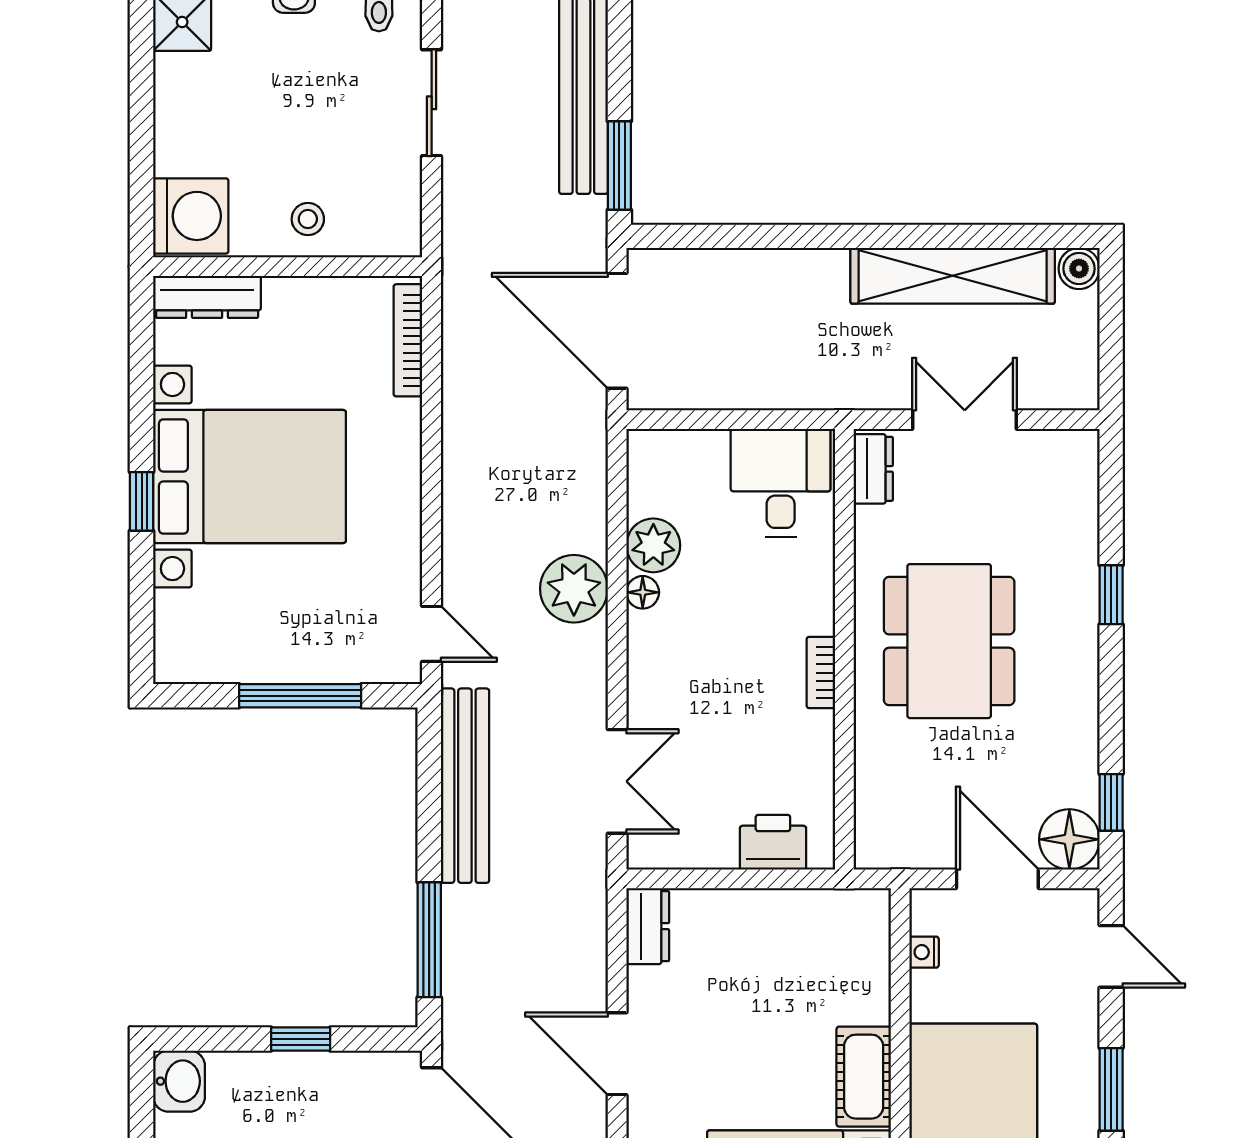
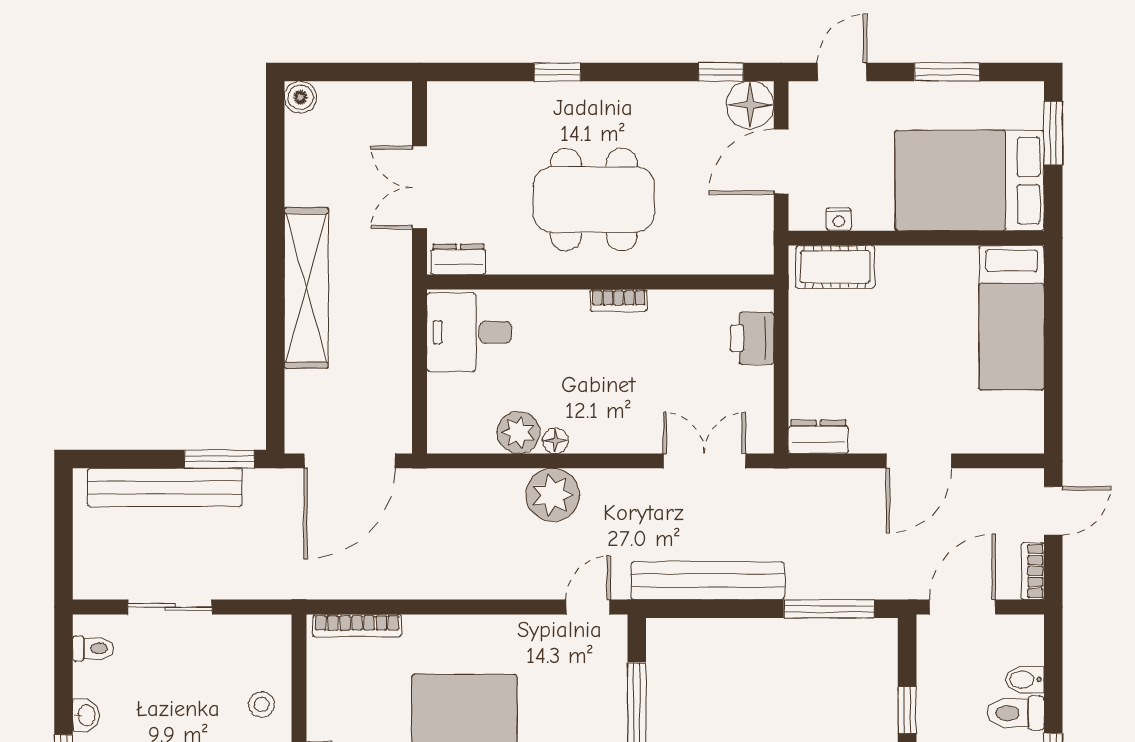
shelving: (953, 276) -> (306, 288), moved
cot: (864, 1077) -> (835, 267), moved

